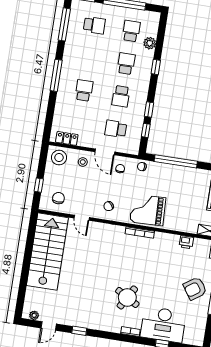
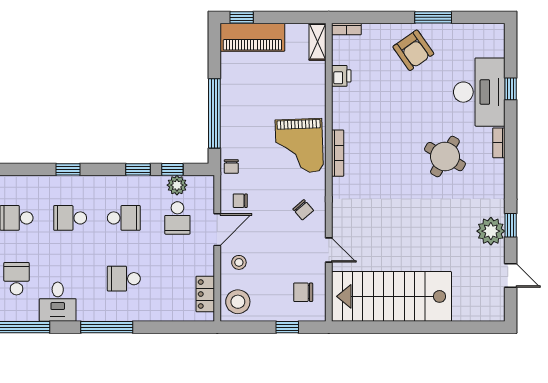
plant: (150, 43) -> (177, 185), moved
desk: (76, 48) -> (58, 302), added
door: (82, 218) -> (329, 250), hinge flipped
plant: (34, 315) -> (491, 231), moved, width x1.87, depth x1.87

